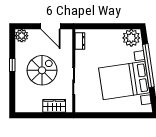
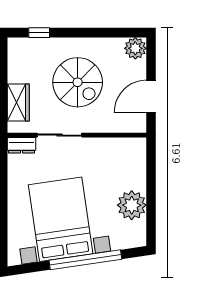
plant: (131, 38) -> (132, 205), moved
dresser: (80, 41) -> (21, 145), moved
window: (12, 65) -> (39, 33), moved

